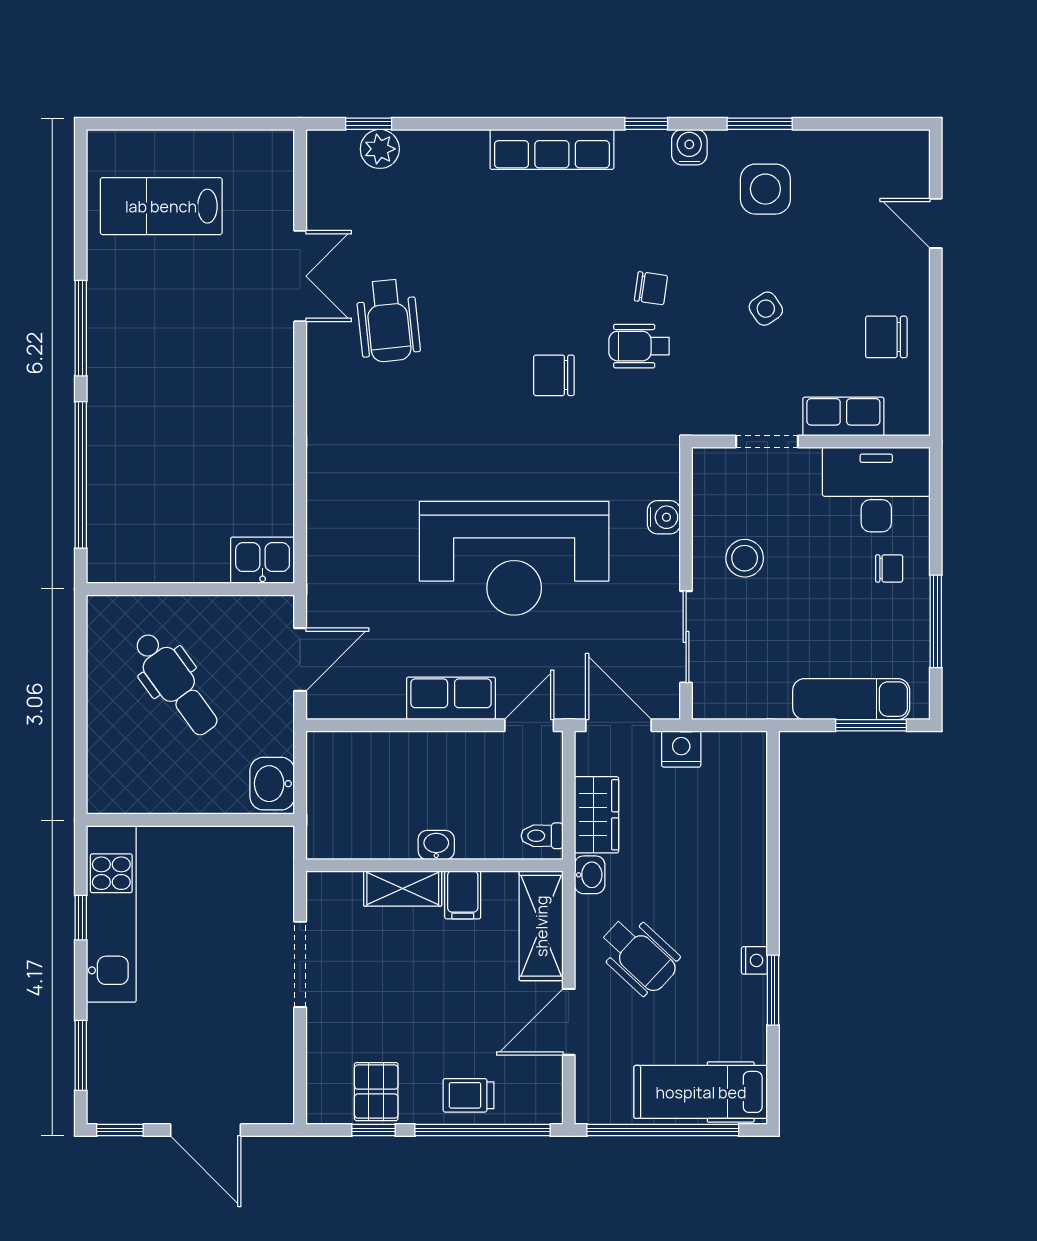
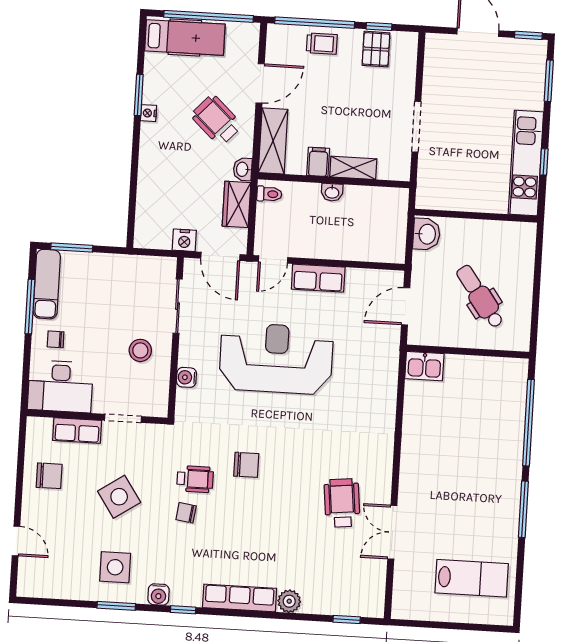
plant: (380, 149) -> (289, 601), moved
side table: (766, 309) -> (119, 497), width x1.87, depth x1.87
exam couch: (851, 699) -> (47, 284), moved, turned -90

